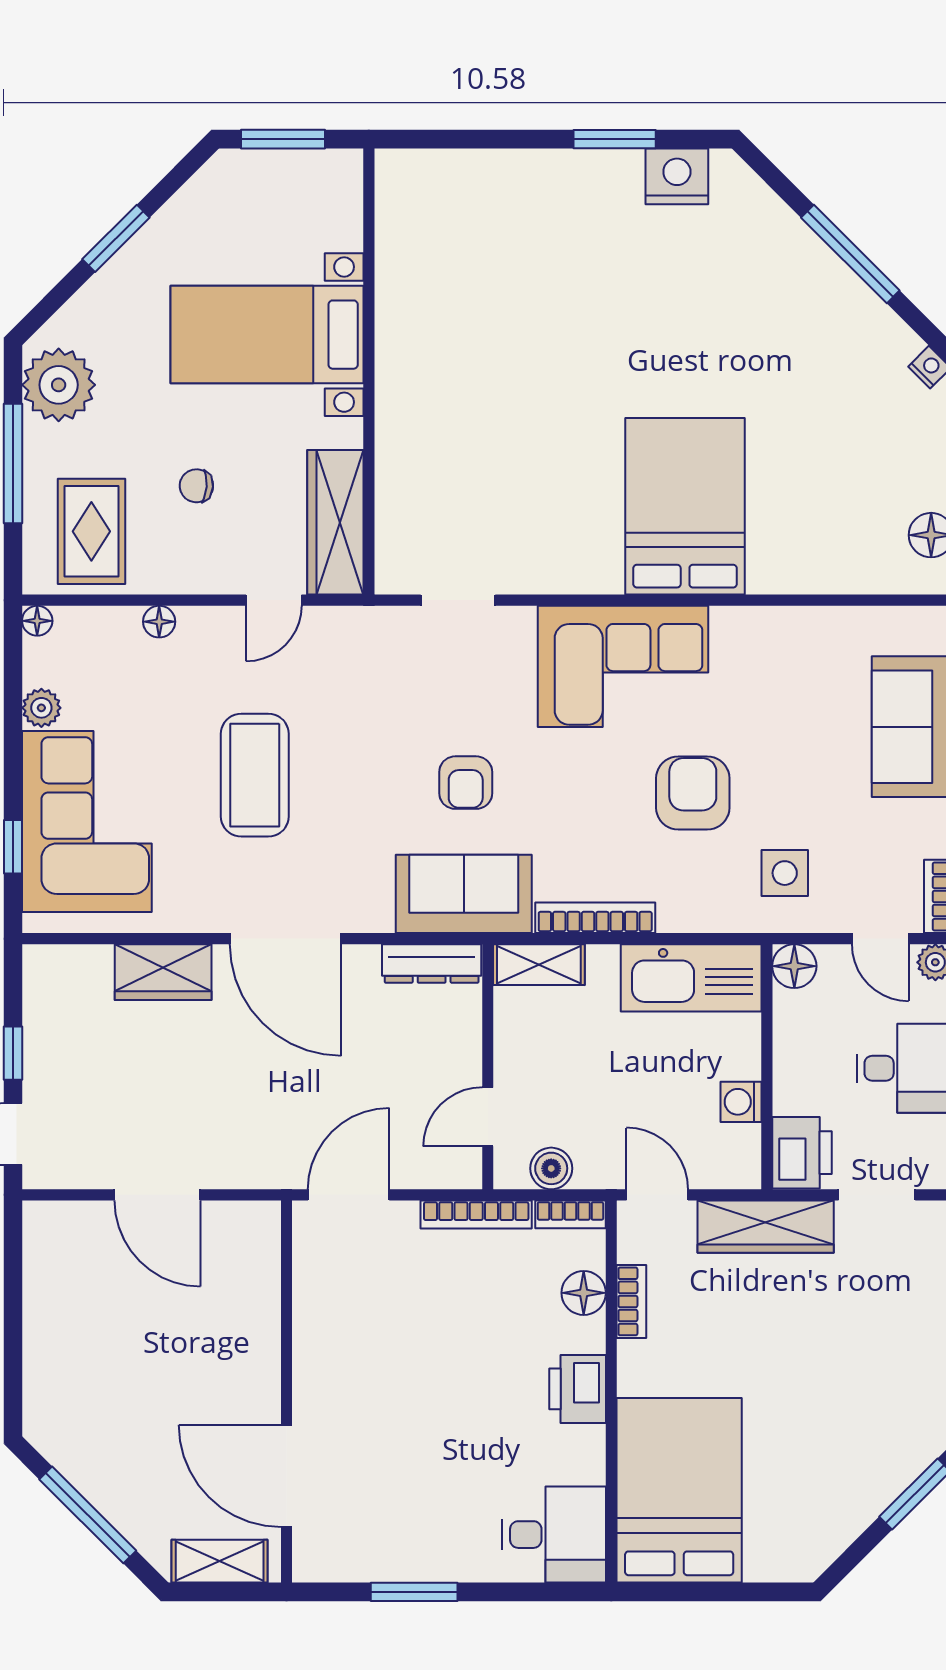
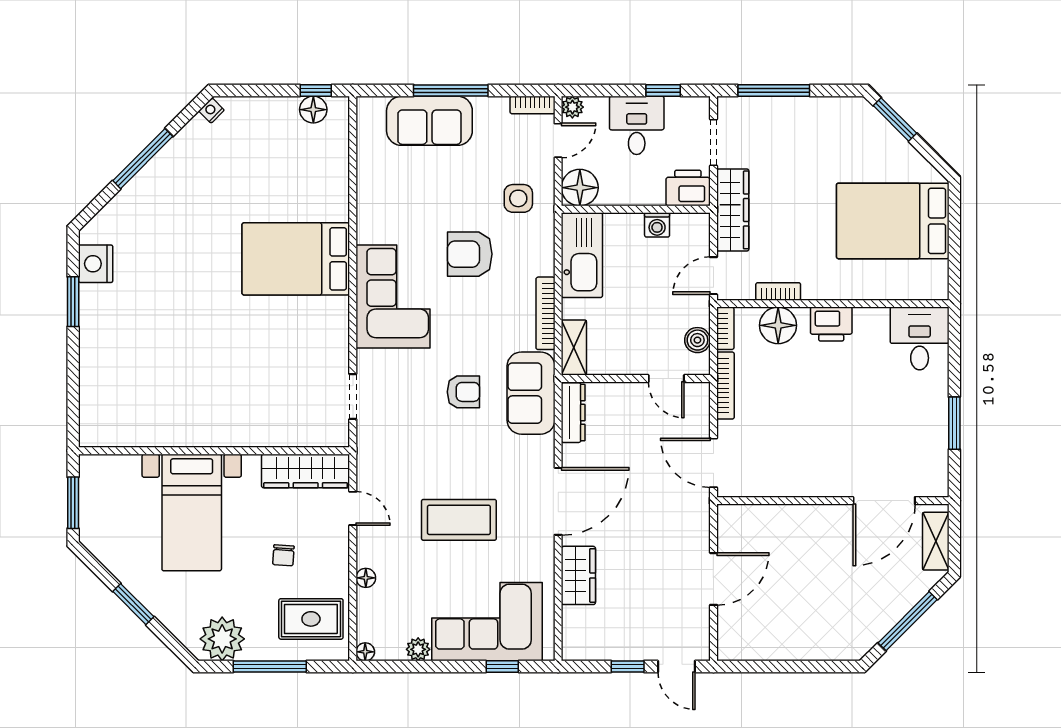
floor lamp: (794, 966) -> (580, 188), width x1.38, depth x1.38
floor lamp: (584, 1293) -> (778, 325), width x1.38, depth x1.38
bed: (679, 1490) -> (893, 221), moved

